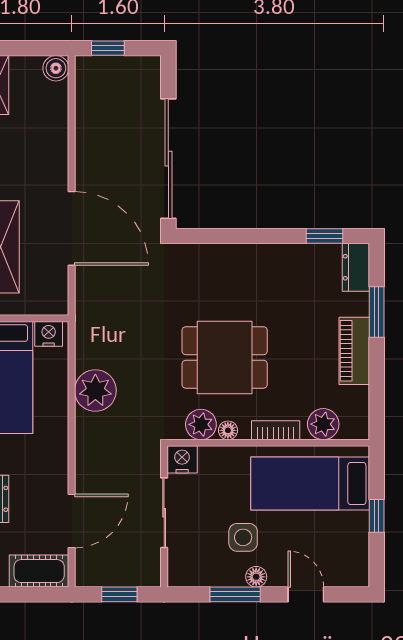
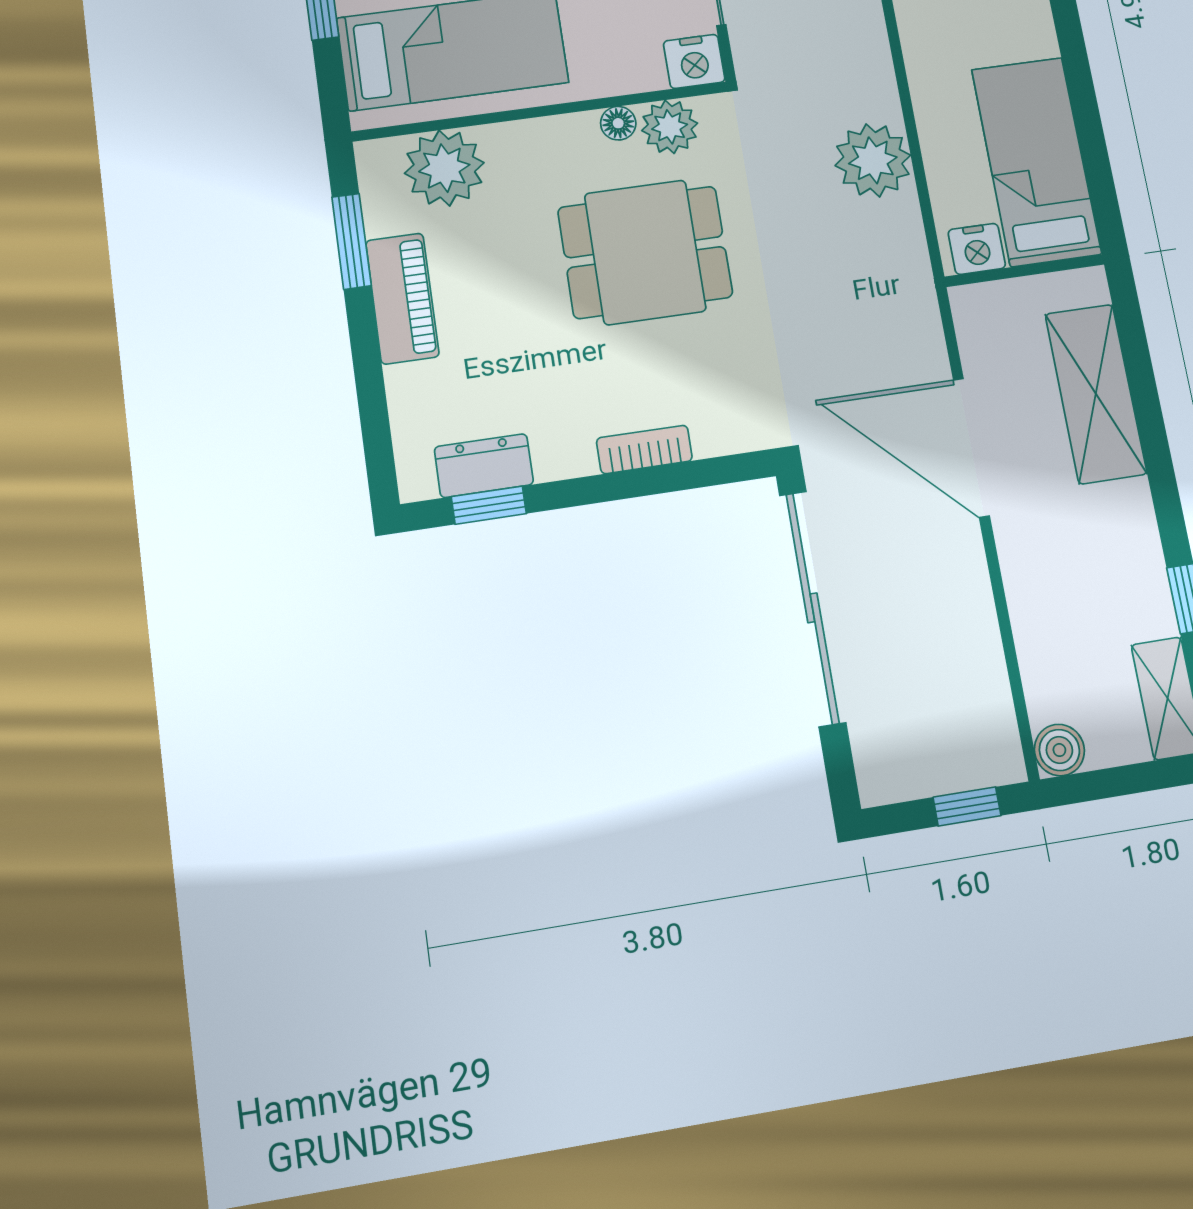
dresser: (356, 267) -> (484, 466), moved, turned -90
window: (377, 312) -> (351, 241), moved
plant: (323, 424) -> (444, 168), width x1.36, depth x1.36
bookcase: (276, 430) -> (644, 449), moved, turned 180

